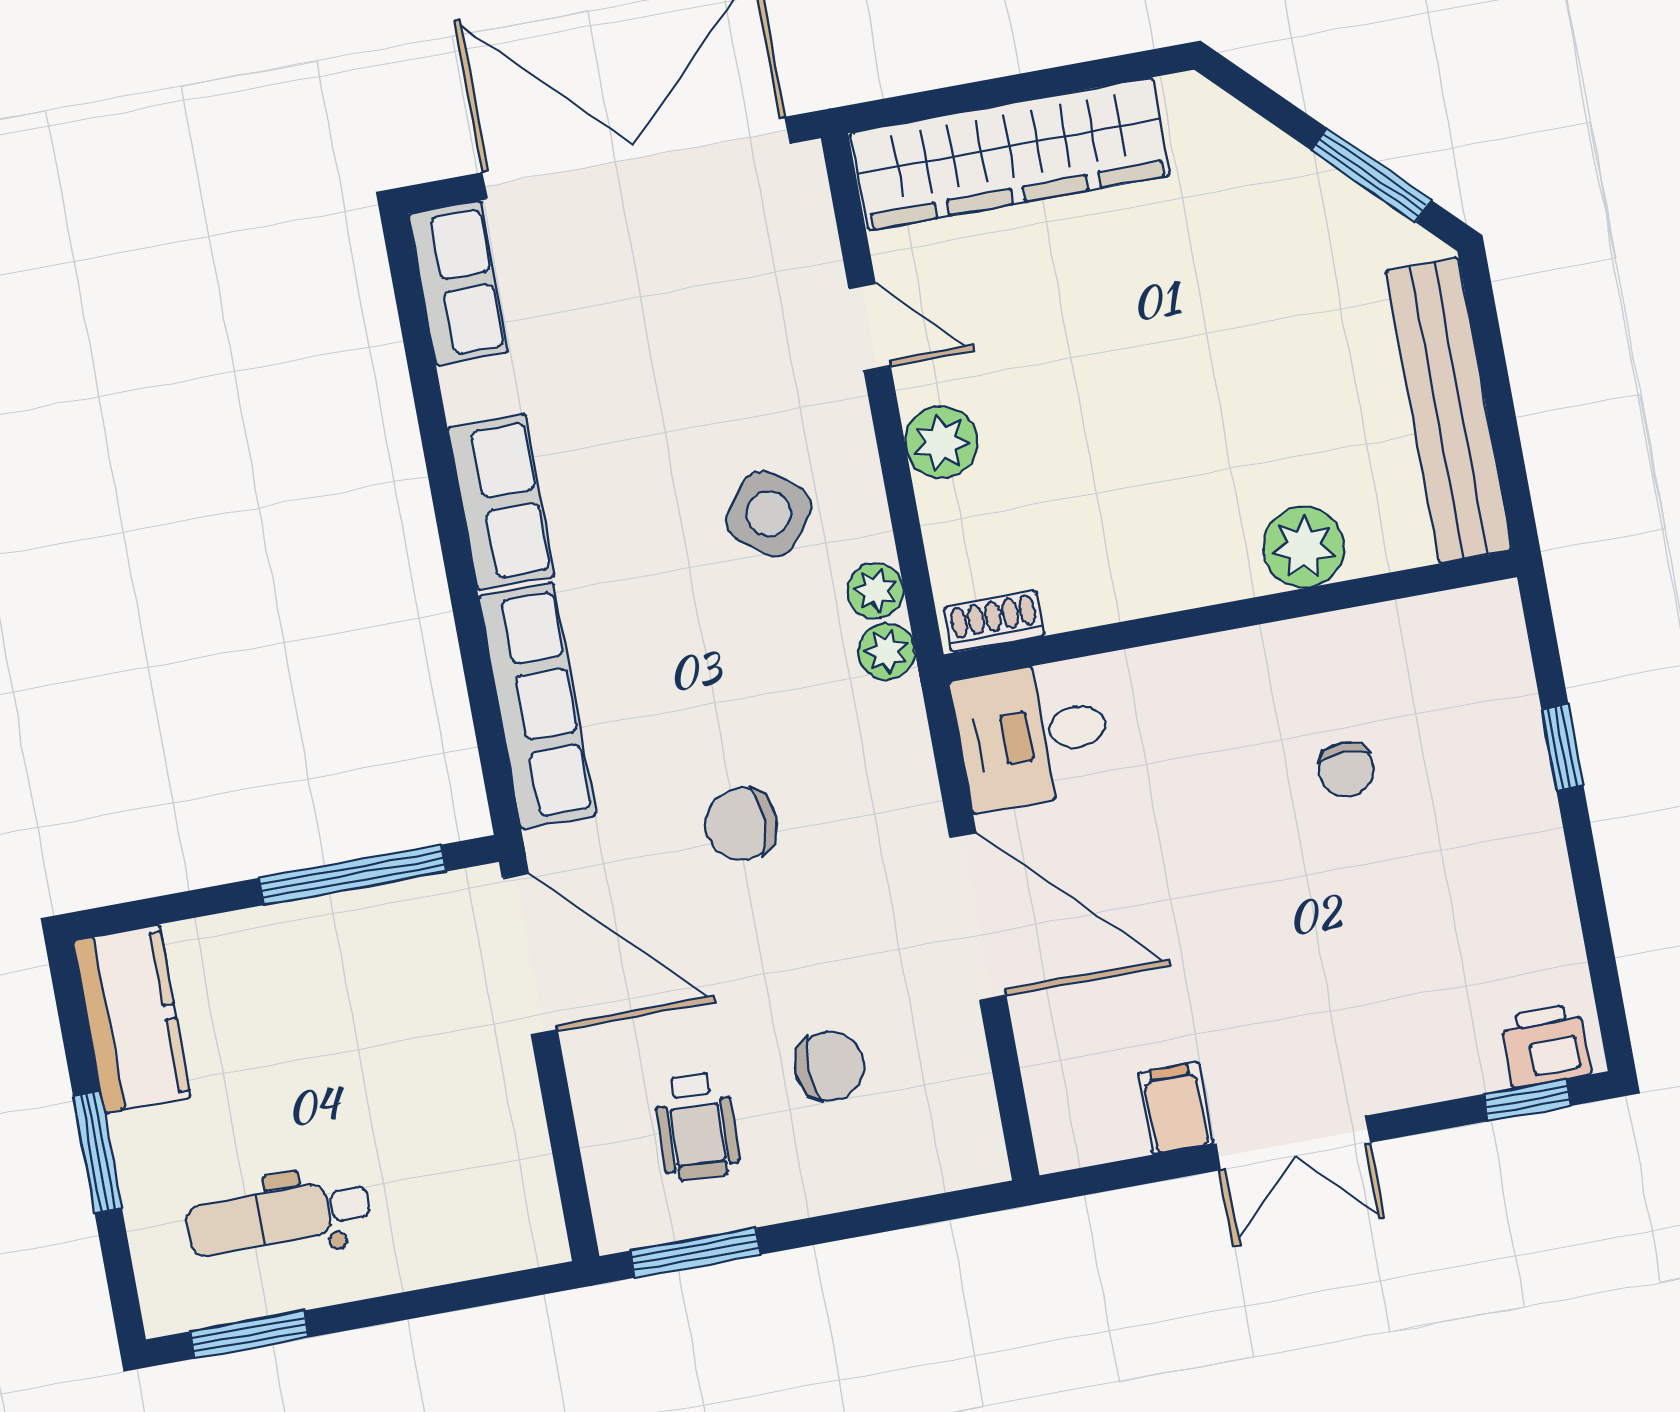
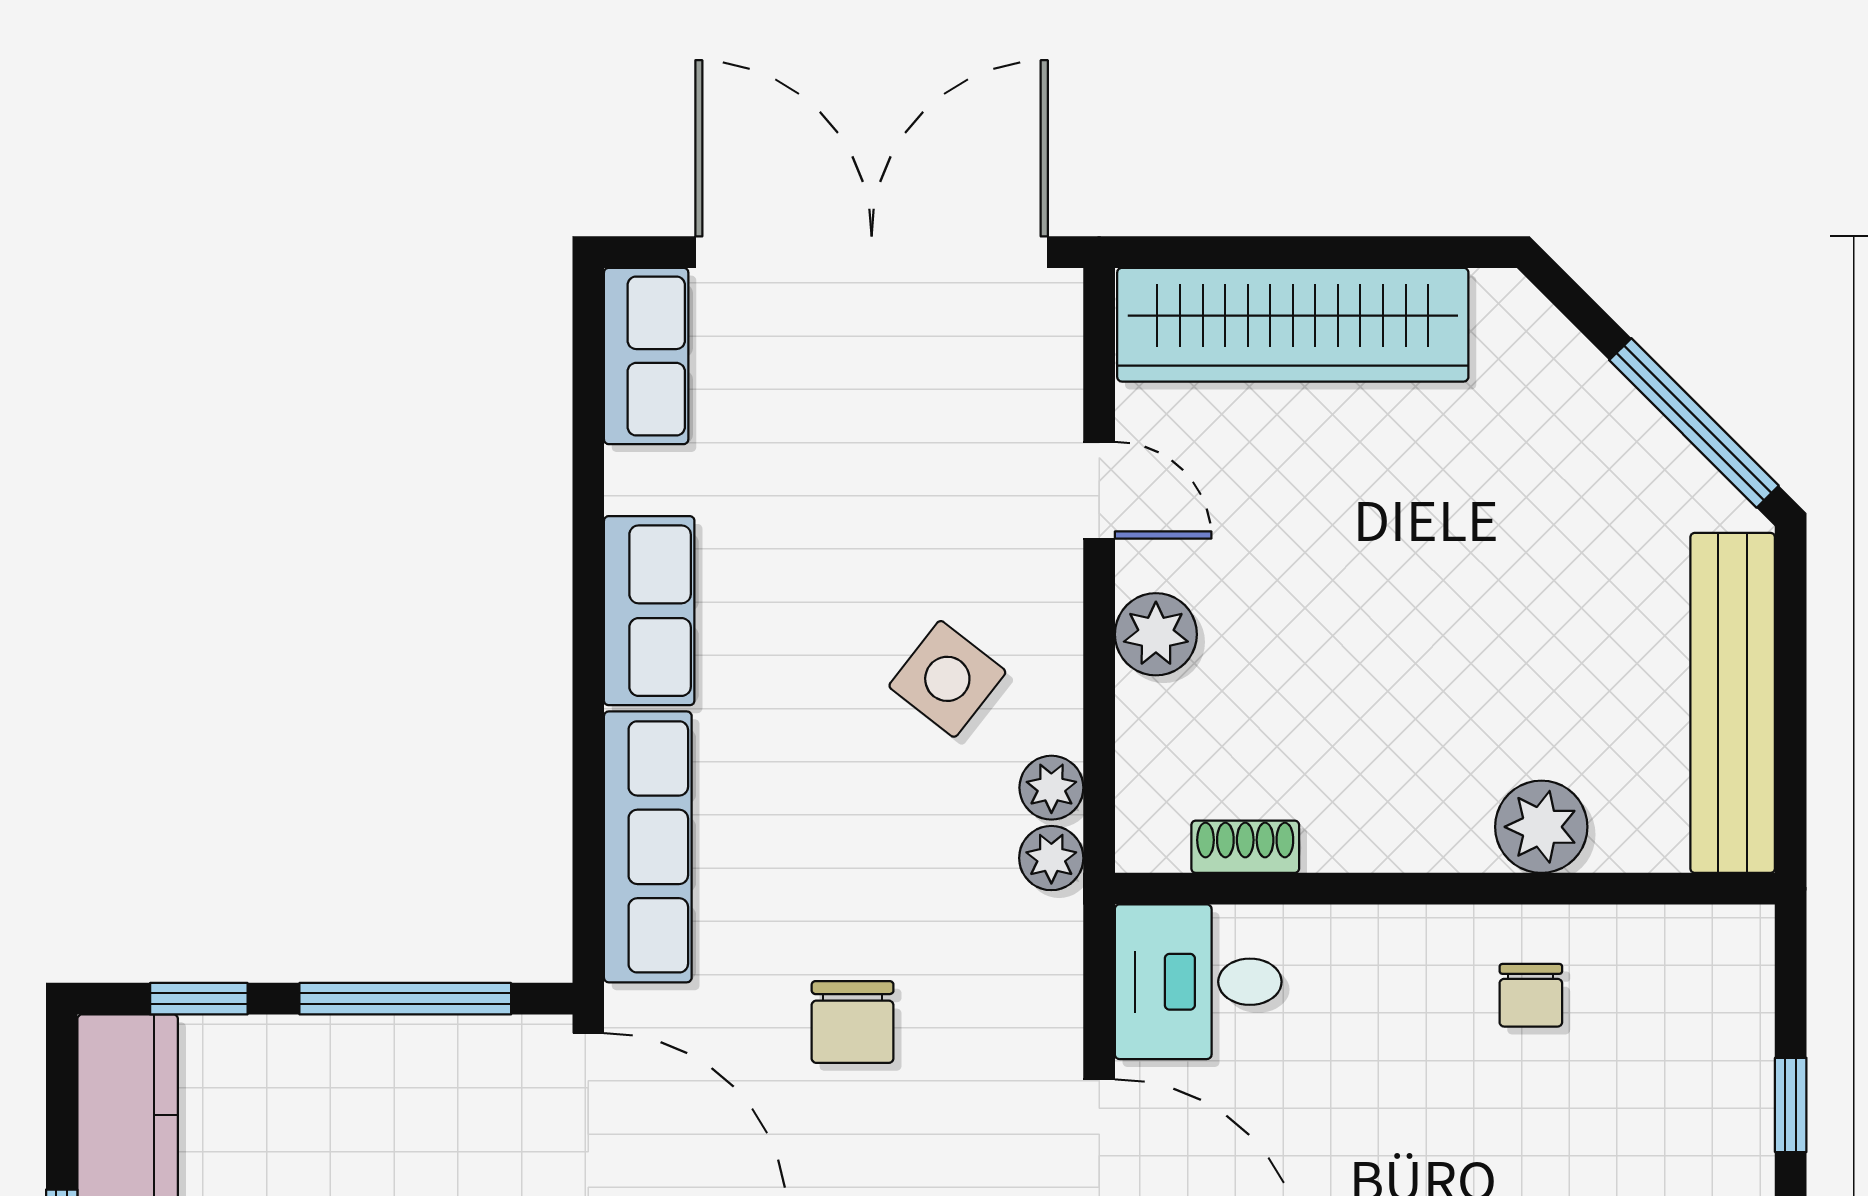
window: (1371, 175) -> (1694, 423), width x1.44
shoe rack: (994, 622) -> (1245, 847), moved
chair: (1346, 769) -> (1531, 995), moved
chair: (741, 824) -> (853, 1022), turned -90
window: (175, 907) -> (199, 999), added

